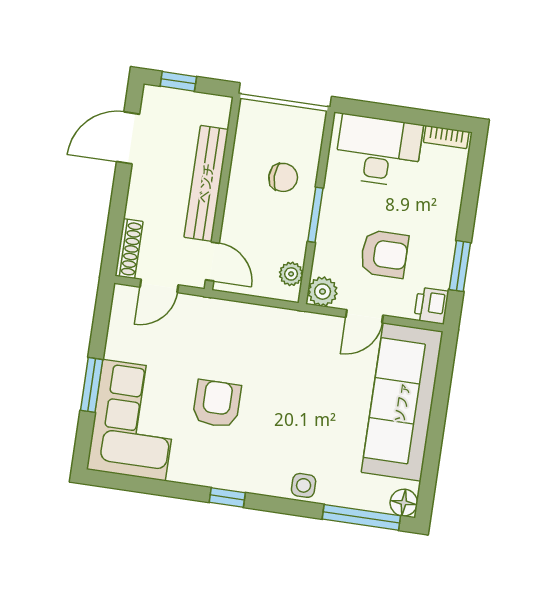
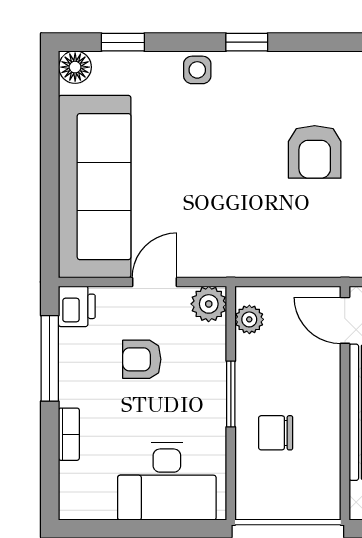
bookcase: (446, 137) -> (69, 434), moved, turned 90
armchair: (384, 254) -> (142, 359), width x0.72, depth x0.72
window: (460, 266) -> (50, 358), width x1.44
window: (227, 498) -> (247, 42), moved
window: (361, 517) -> (123, 42), width x0.46

